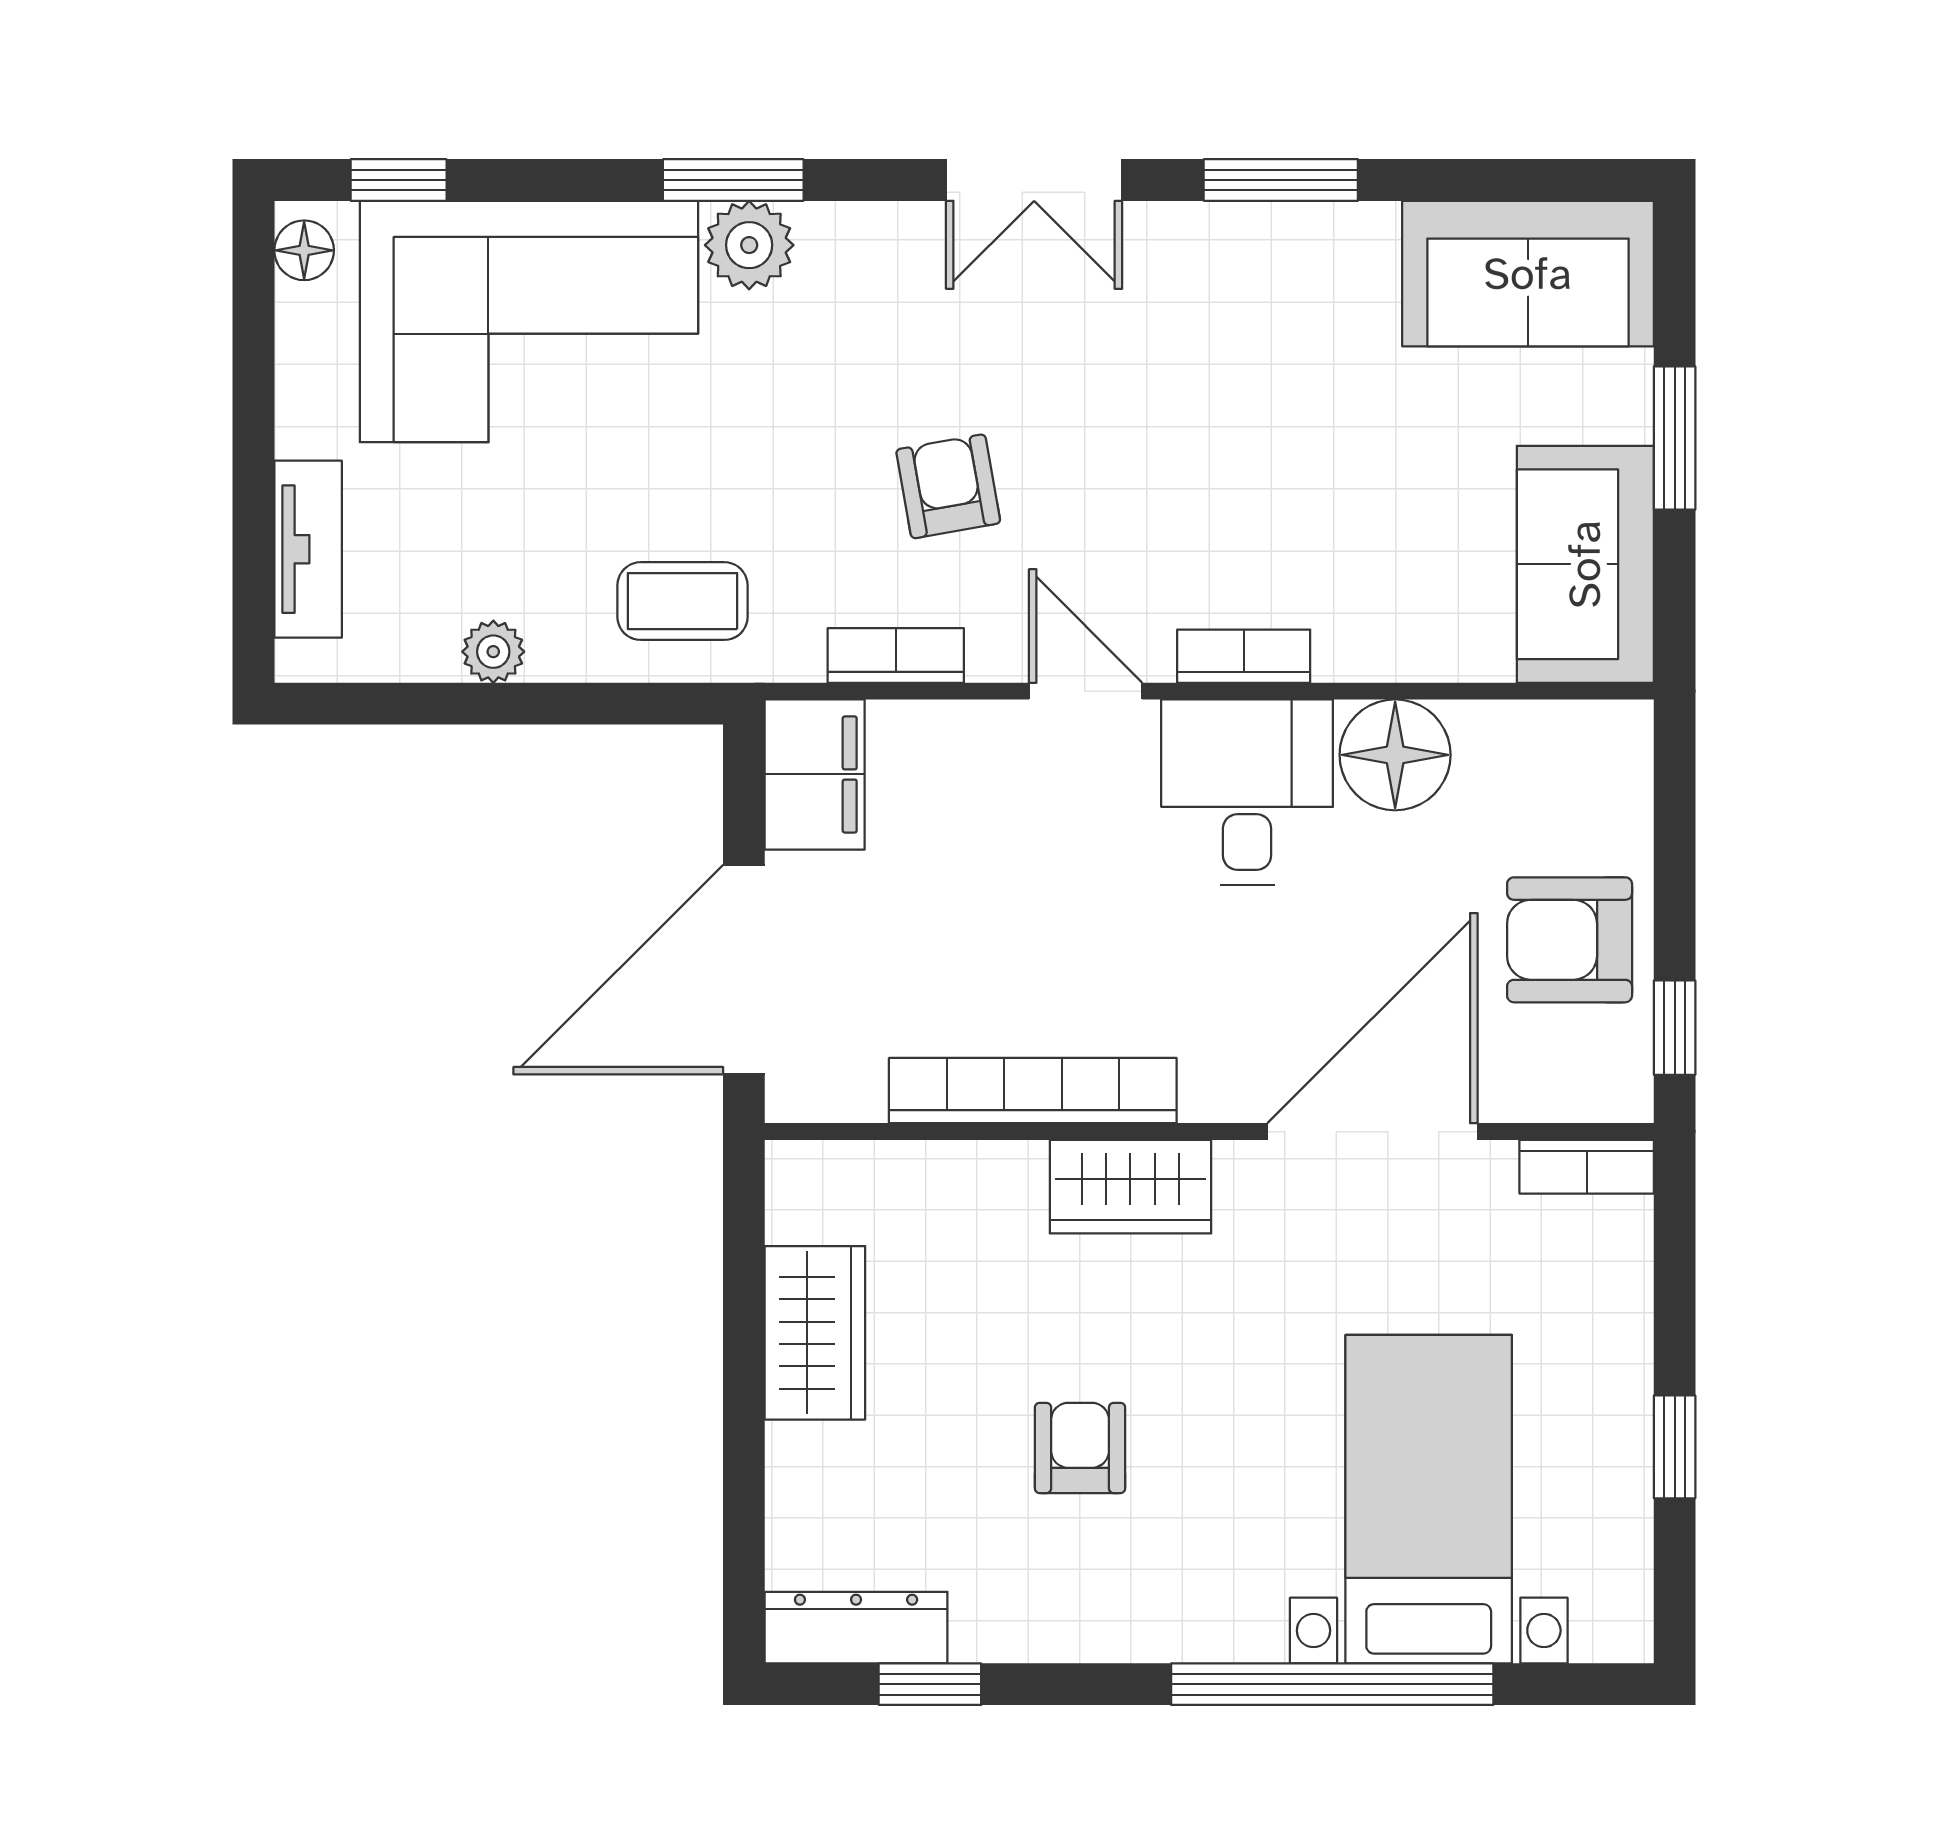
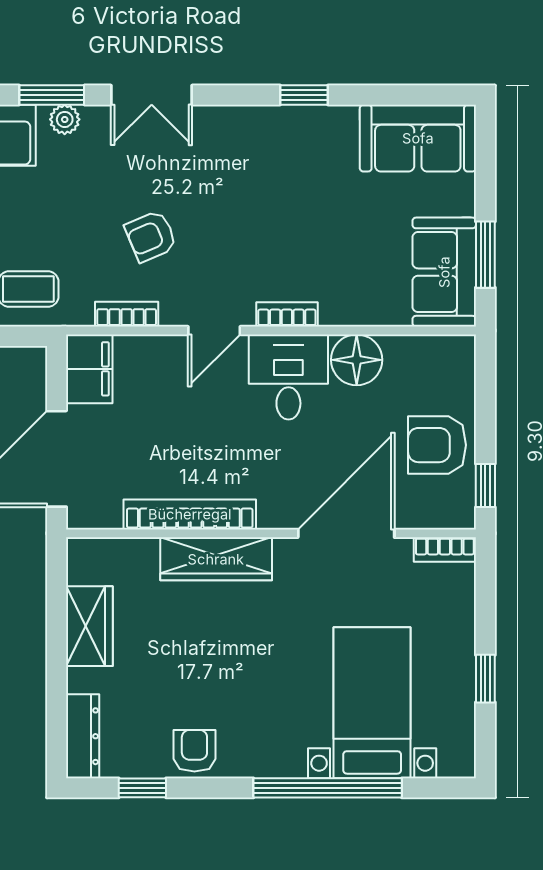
double door: (1034, 180) -> (152, 95), moved
window: (1281, 180) -> (304, 95), width x0.67
plant: (749, 245) -> (65, 119), width x0.73, depth x0.73
window: (1675, 438) -> (485, 255), moved
armchair: (948, 486) -> (151, 236), turned -103
door: (1086, 691) -> (214, 330), swing flipped
wardrobe: (1130, 1187) -> (216, 559), width x1.50
armchair: (1080, 1448) -> (194, 751), moved
dresser: (856, 1628) -> (83, 736), moved, turned 90

